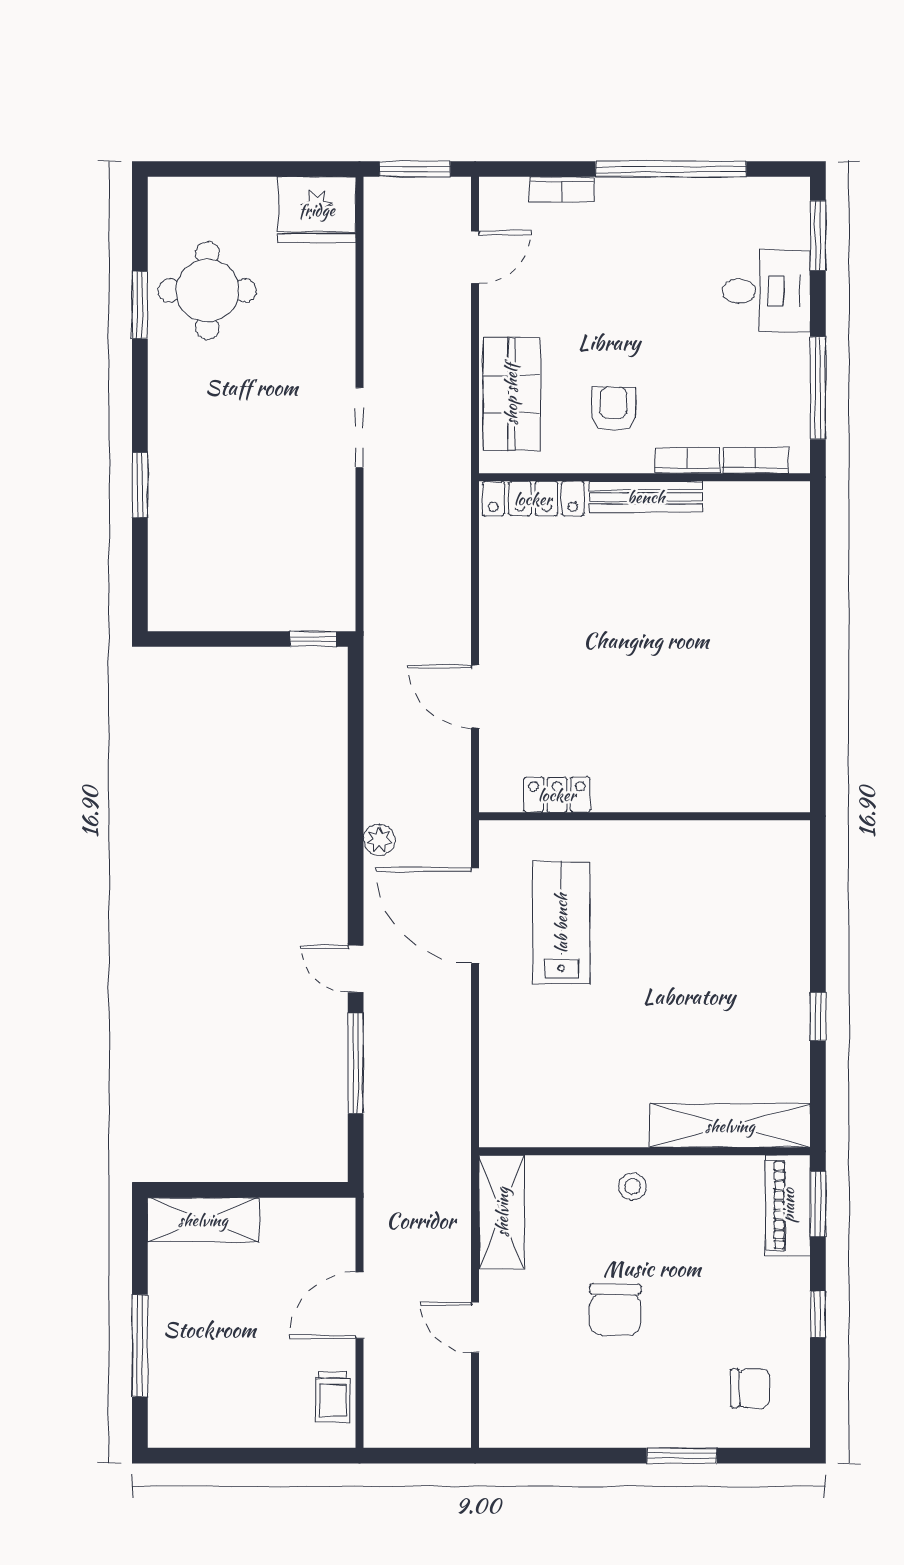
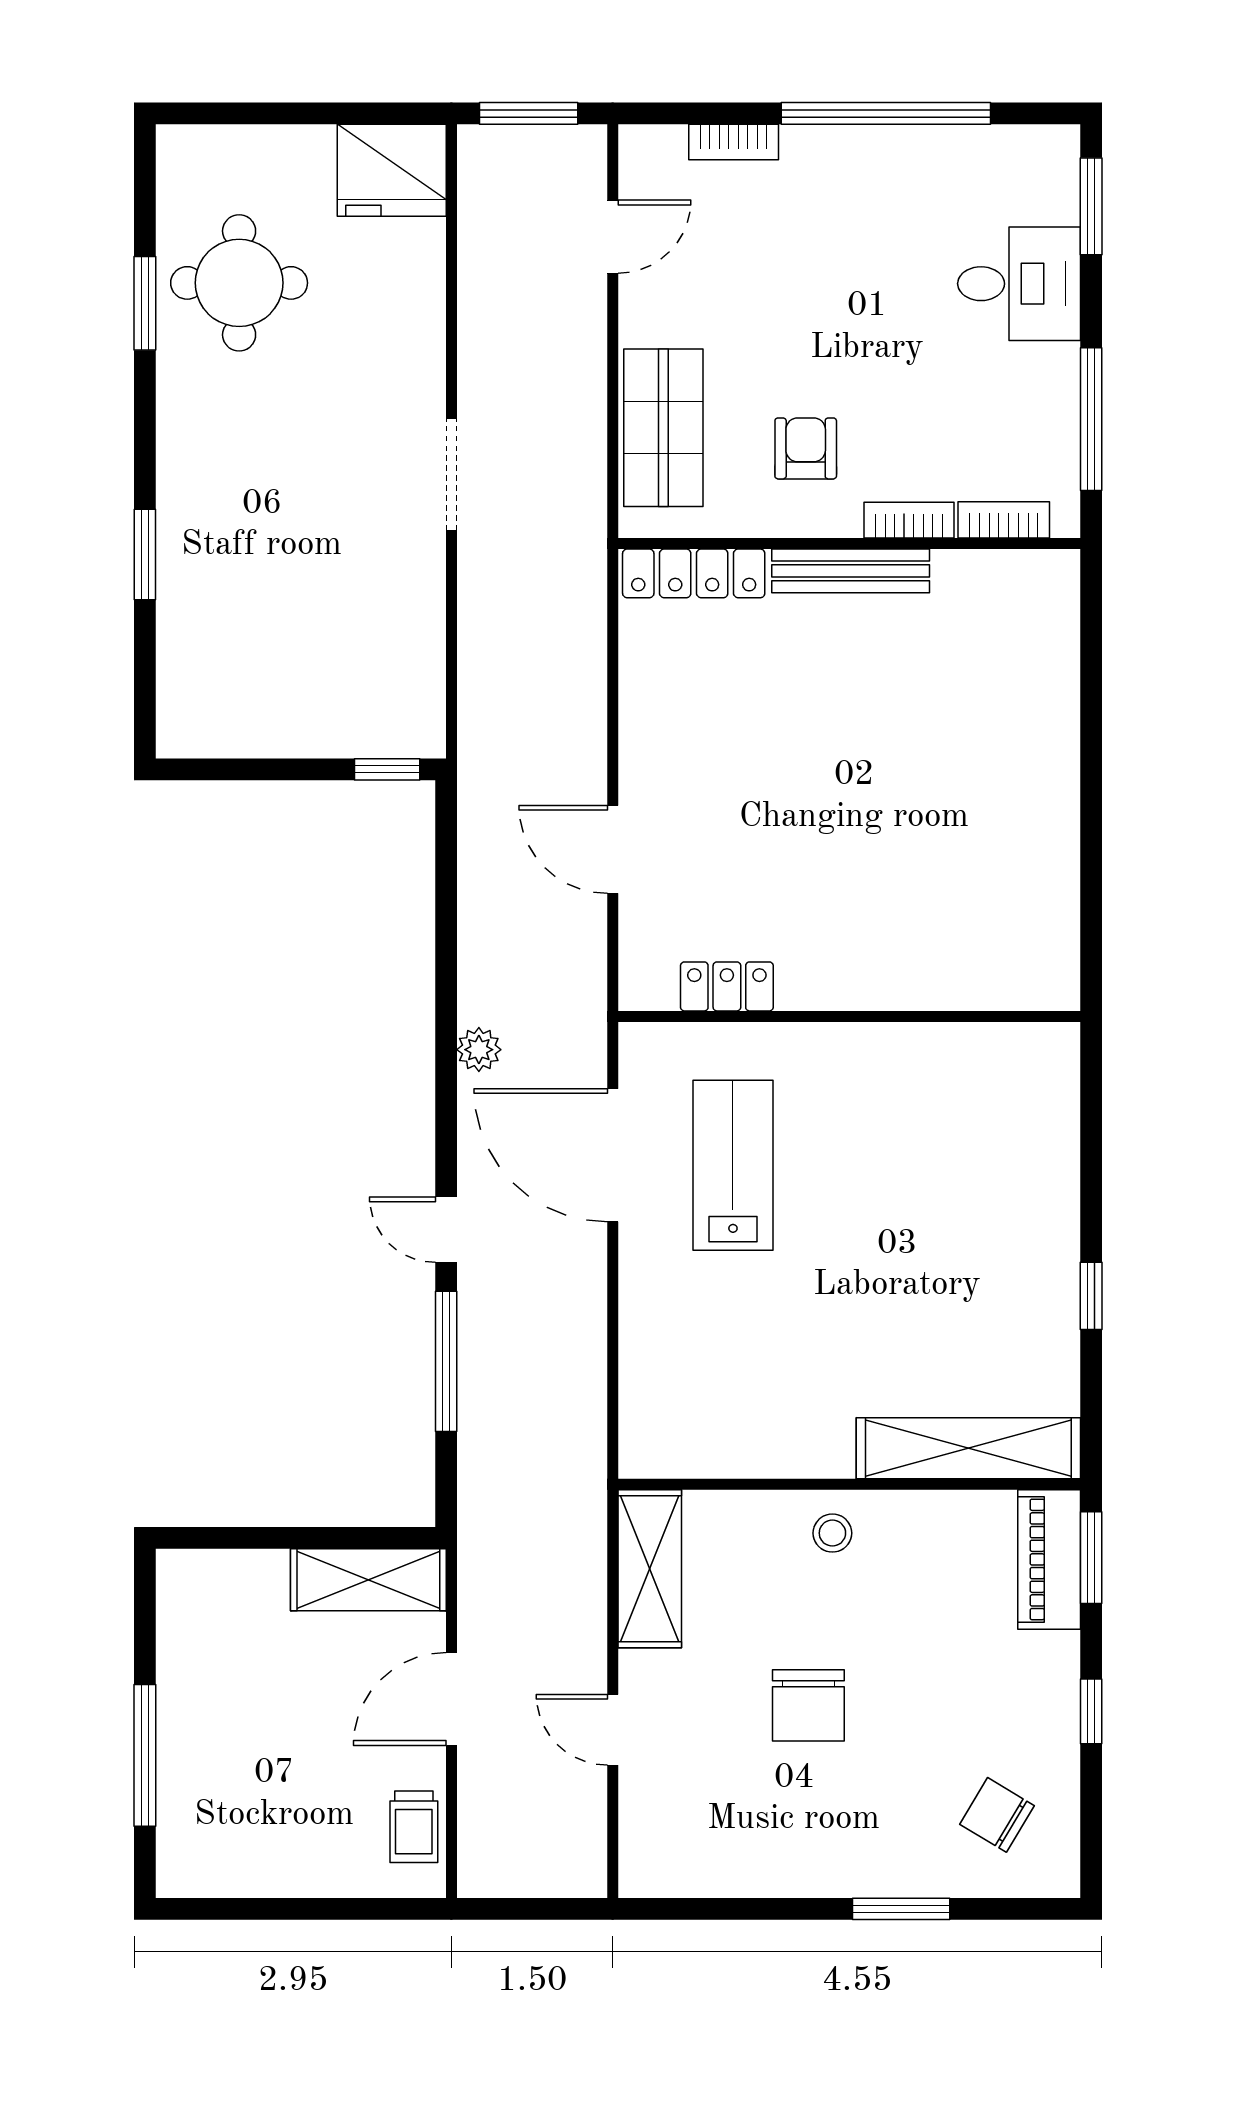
shelving: (203, 1220) -> (368, 1580), moved
chair: (751, 1388) -> (997, 1815), turned -149

